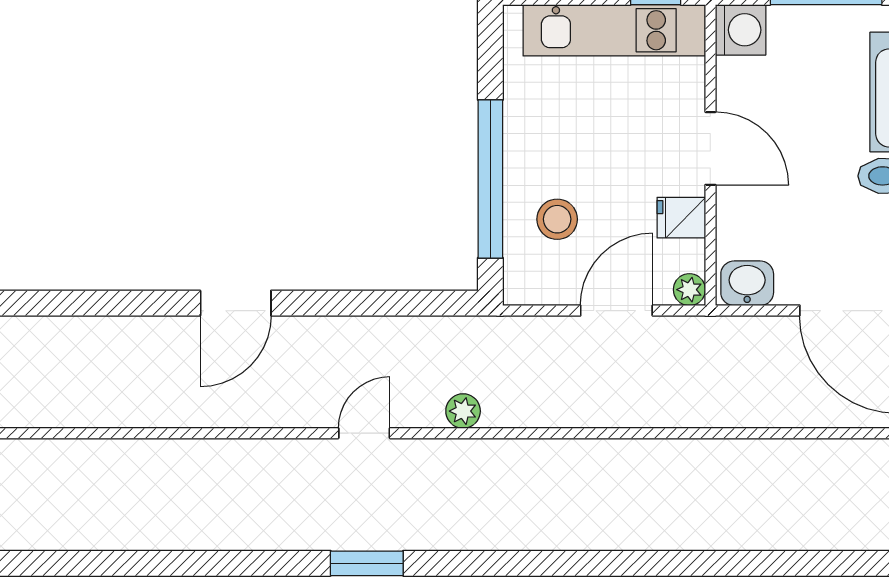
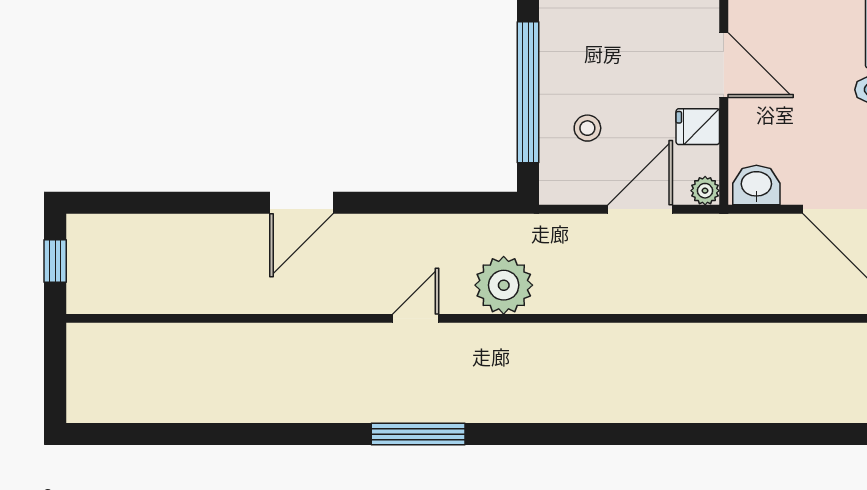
stool: (557, 219) -> (587, 128), width x0.73, depth x0.73
plant: (463, 411) -> (504, 285), width x1.88, depth x1.88
window: (367, 563) -> (418, 434), width x1.44

